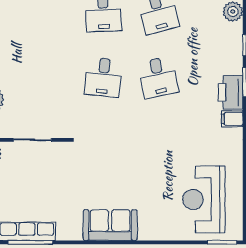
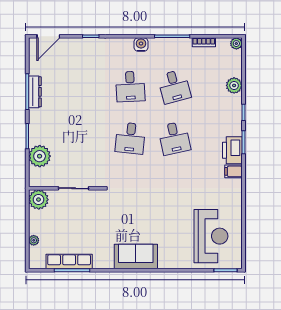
reception desk: (204, 200) -> (211, 236), turned 180

